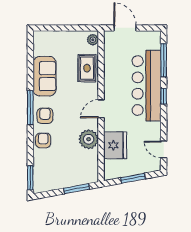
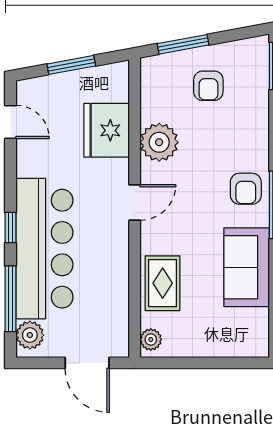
plant: (154, 42) -> (30, 335), added
armchair: (43, 140) -> (208, 86), moved

